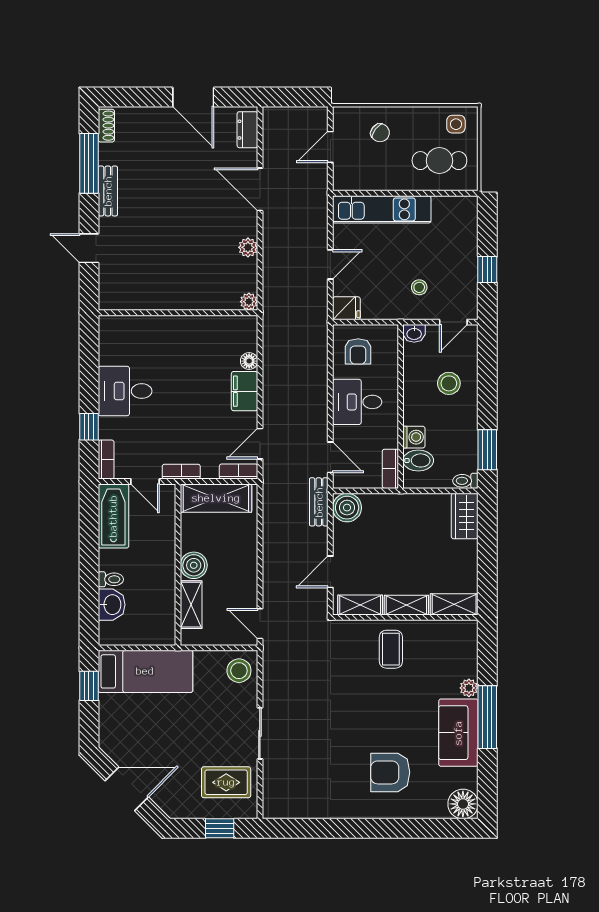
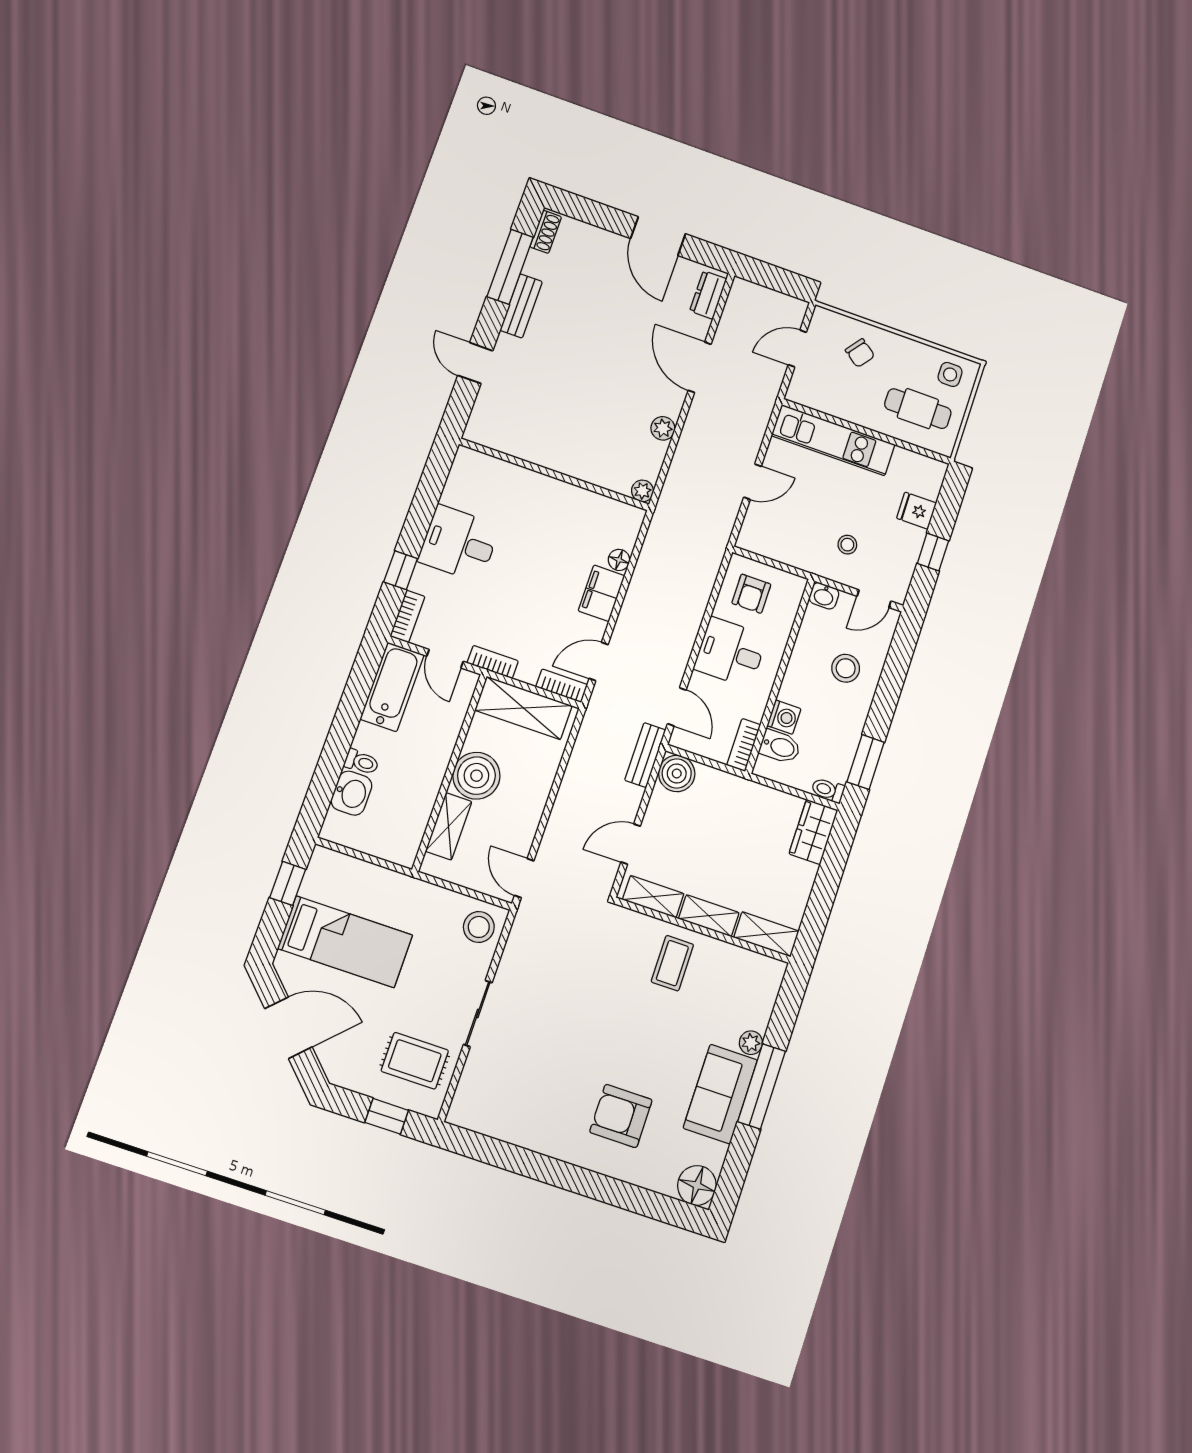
fridge: (346, 308) -> (917, 511), moved, turned 180
boiler: (194, 565) -> (476, 776), width x1.37, depth x1.37
bed: (145, 671) -> (345, 942), moved

